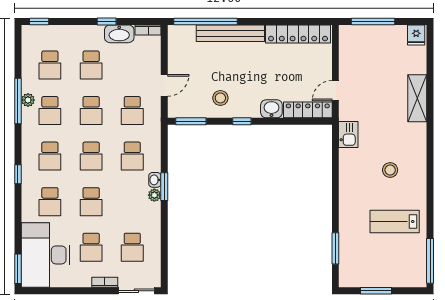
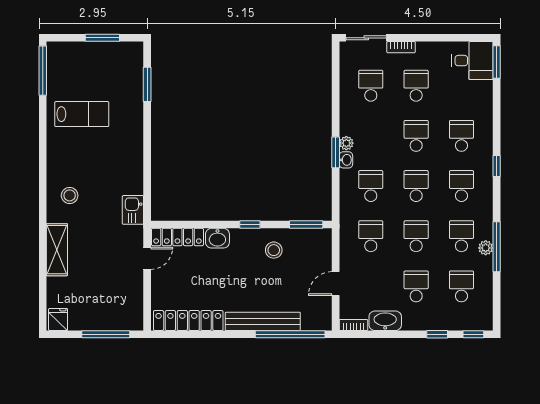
window: (107, 22) -> (437, 334), moved
door: (164, 85) -> (336, 284), moved
stool: (390, 170) -> (70, 195), moved
desk: (46, 255) -> (472, 61), width x0.53, depth x0.77

